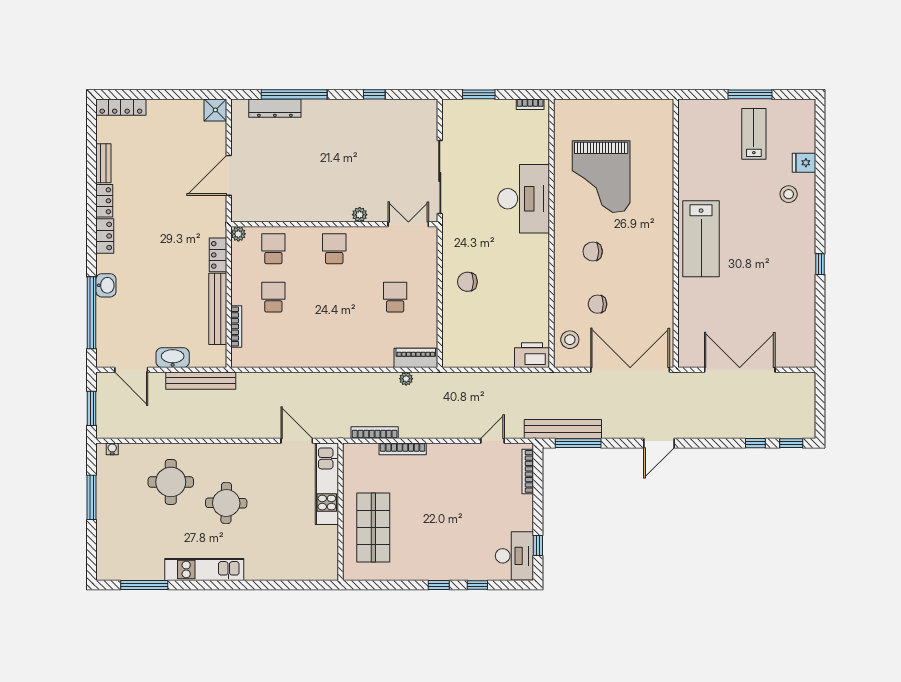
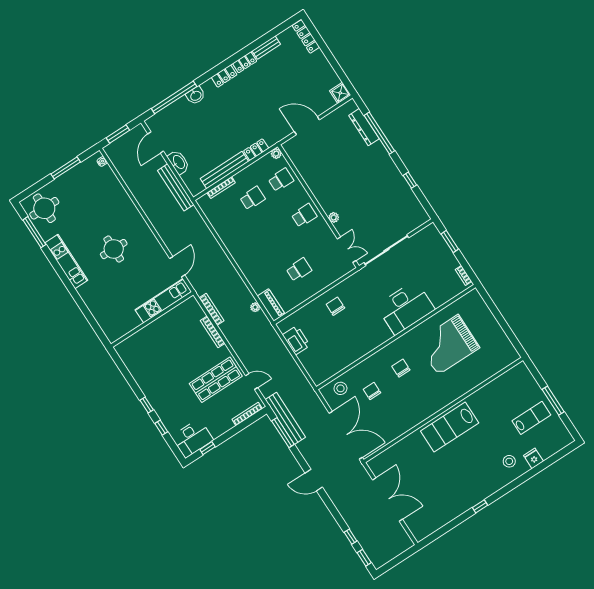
printer: (532, 355) -> (296, 340), moved
round table: (171, 482) -> (44, 208), moved
shop shelf: (373, 527) -> (216, 380), moved

